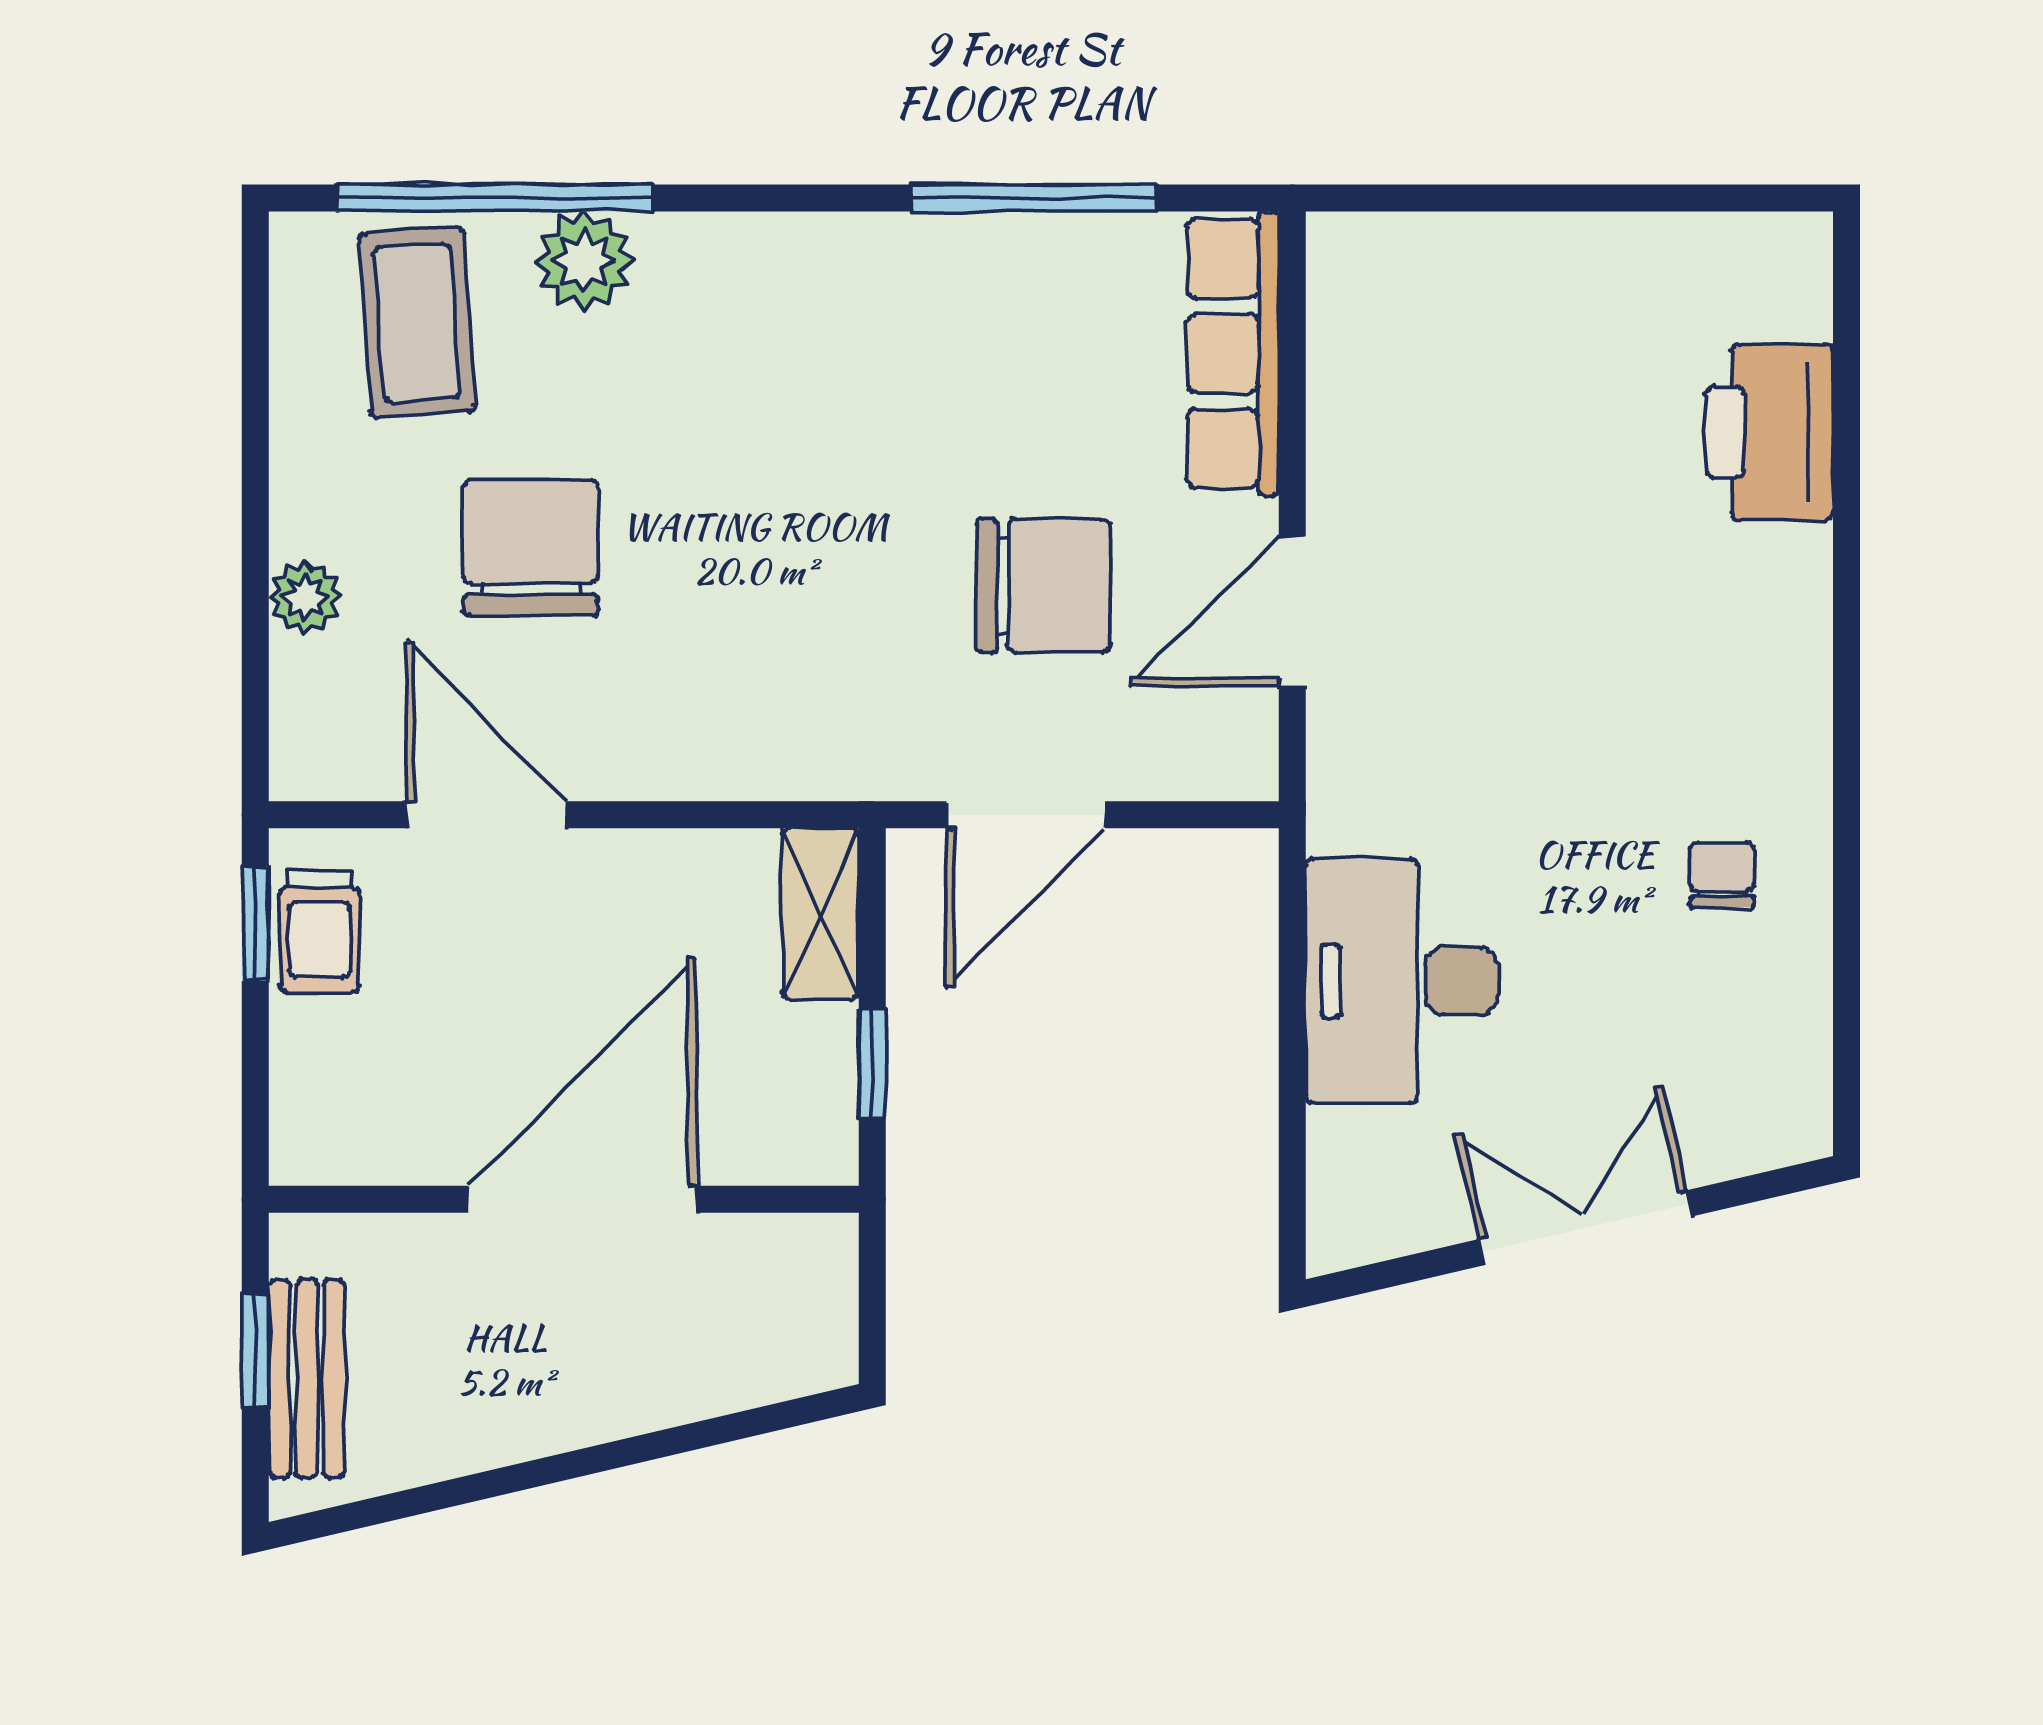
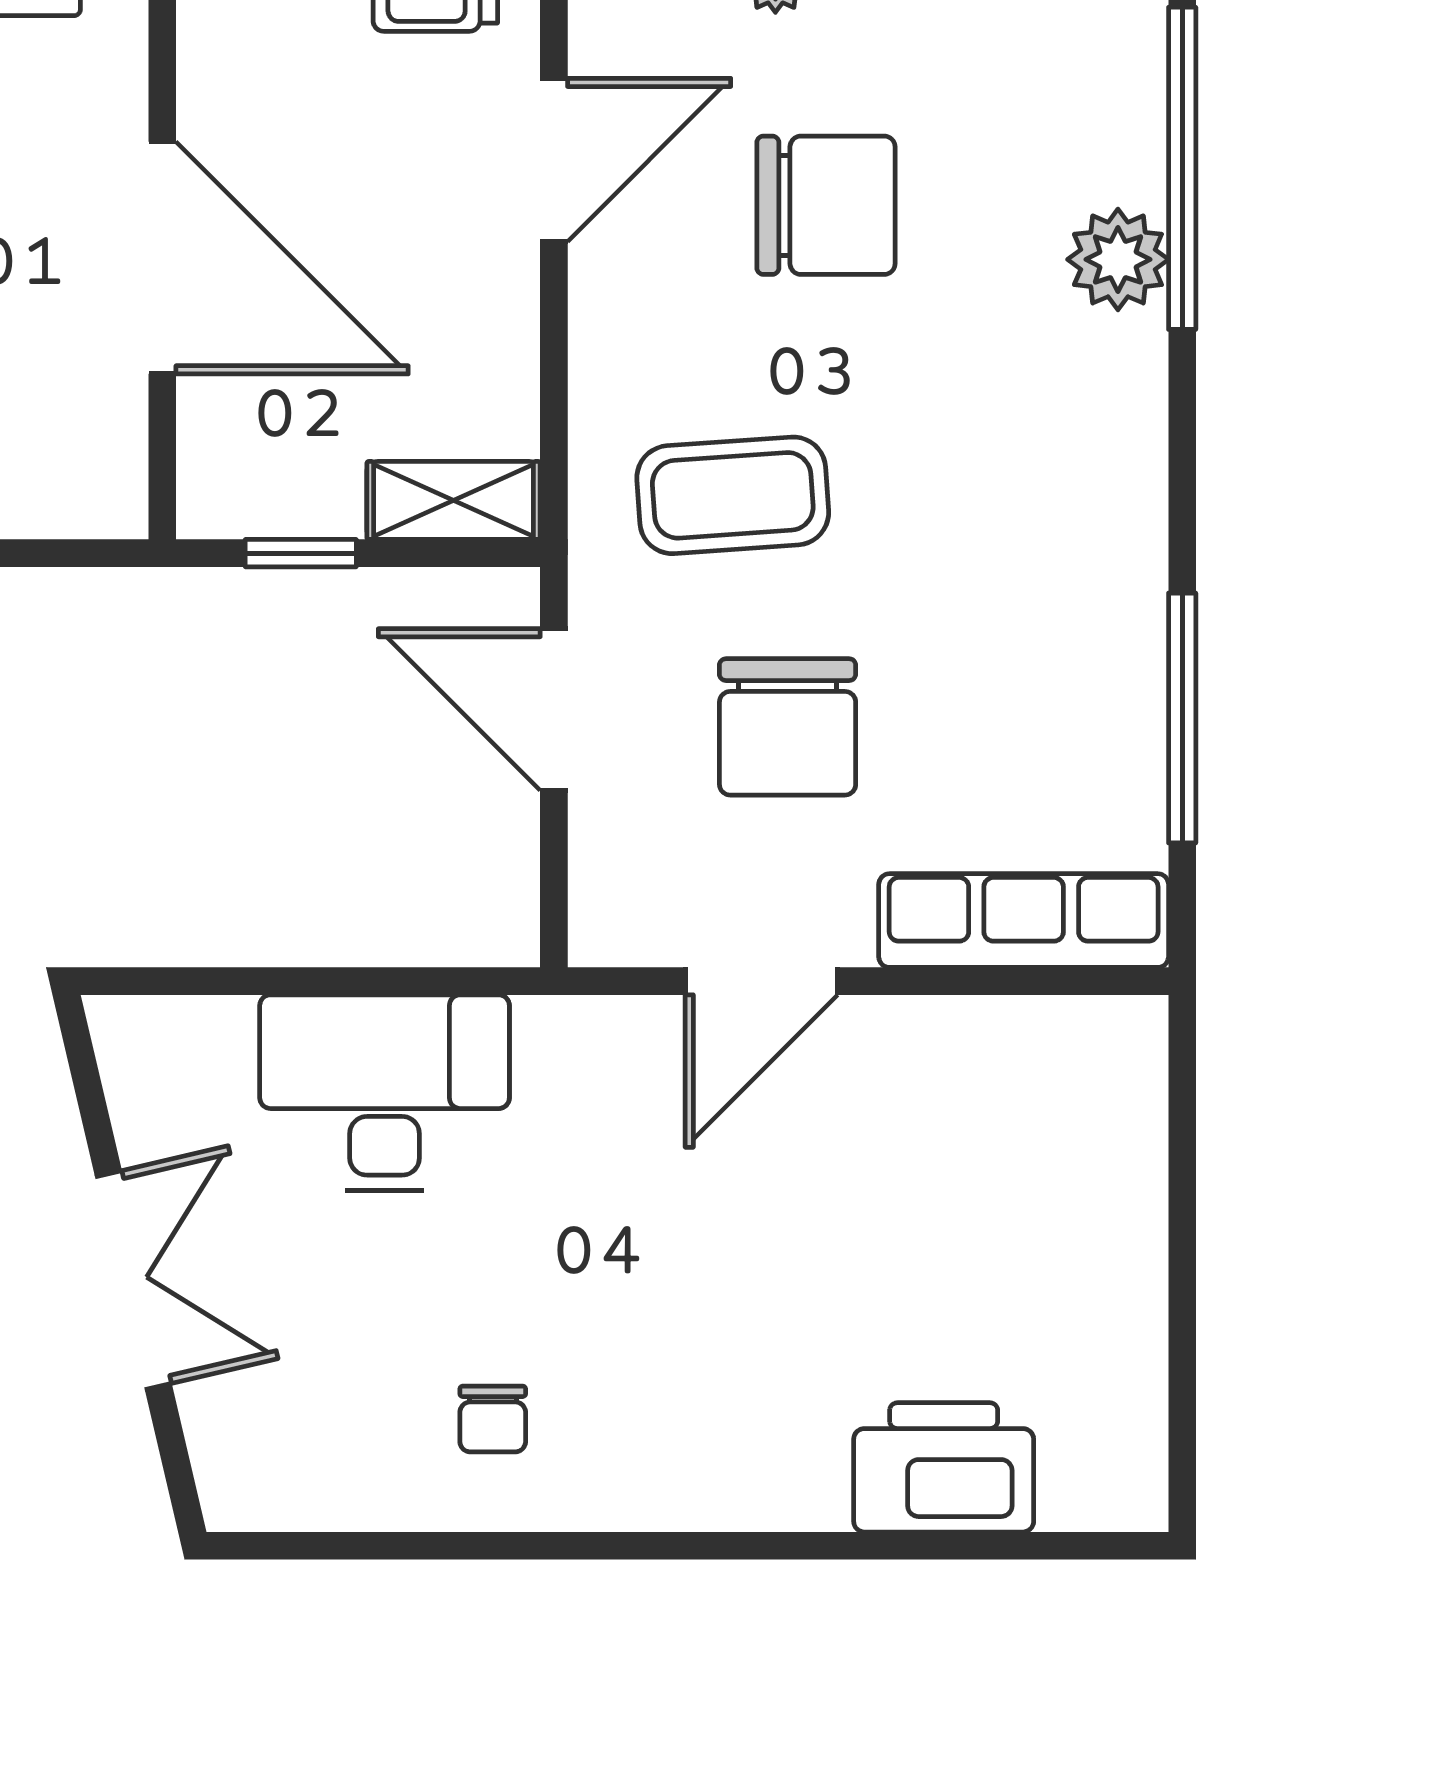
coffee table: (417, 323) -> (733, 495), moved
door: (1292, 611) -> (761, 981), swing flipped
chair: (1722, 875) -> (493, 1419), turned 90

